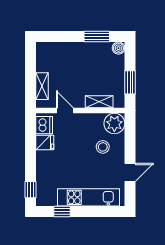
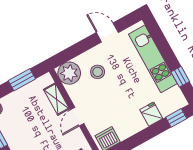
door: (65, 111) -> (77, 117), moved
fridge: (45, 142) -> (151, 114), moved

